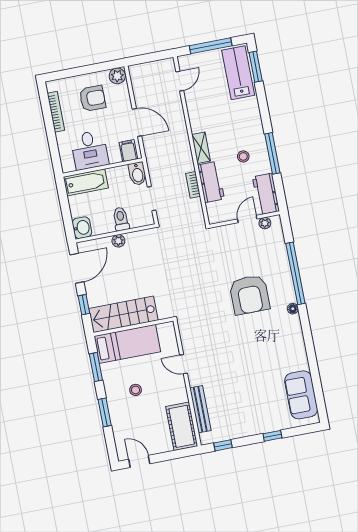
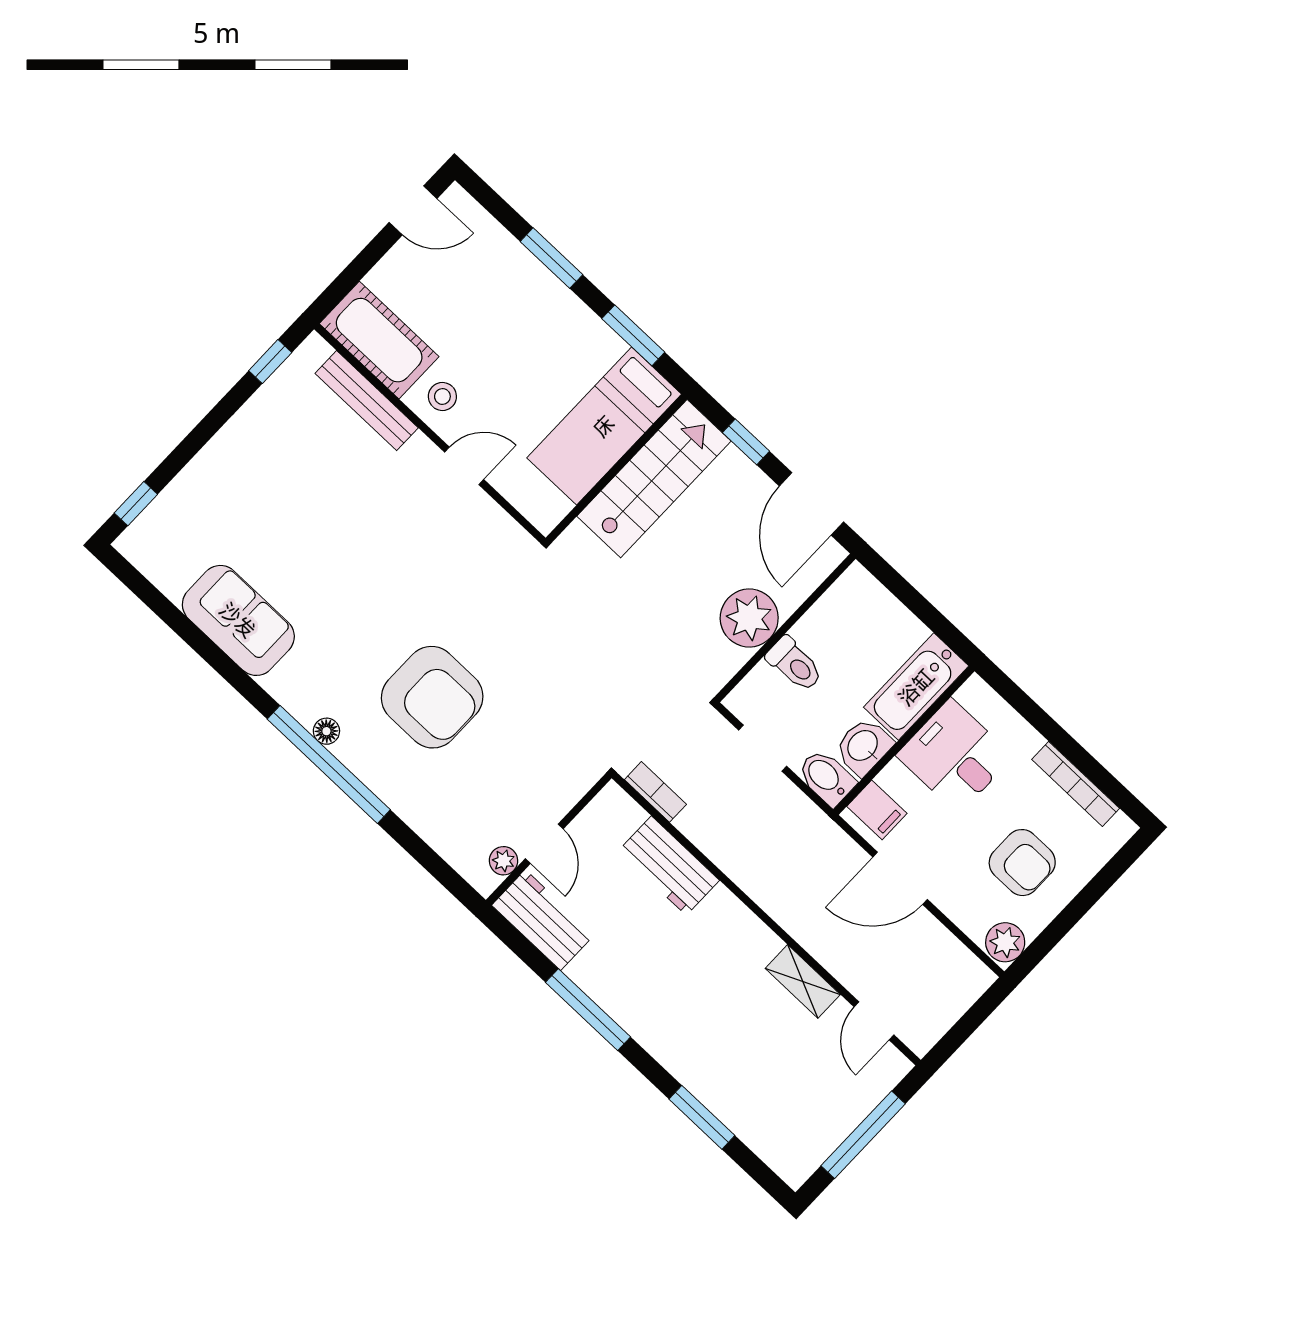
window: (256, 67) -> (702, 1117), moved
lab bench: (238, 73) -> (770, 1121), removed
armchair: (92, 98) -> (1022, 863), turned -90
shelving: (201, 148) -> (803, 981), moved
stool: (243, 156) -> (641, 962), removed
bookcase: (193, 185) -> (655, 792), moved
washbasin: (82, 228) -> (863, 746), moved, turned 90
plant: (118, 241) -> (749, 618), width x1.88, depth x1.88
window: (295, 273) -> (329, 764), moved
armchair: (249, 295) -> (432, 697), turned 180
stool: (136, 390) -> (442, 396), moved
sofa: (301, 395) -> (238, 620), moved
window: (272, 436) -> (136, 504), moved

